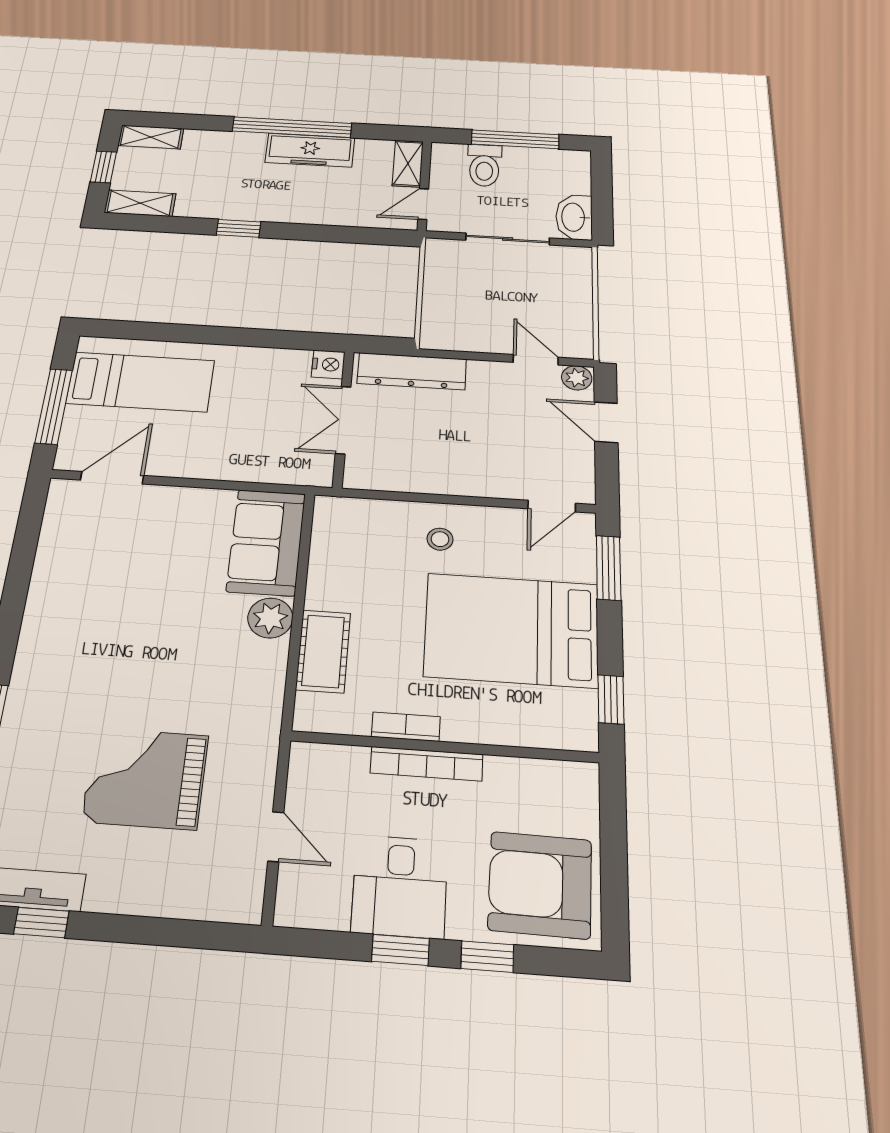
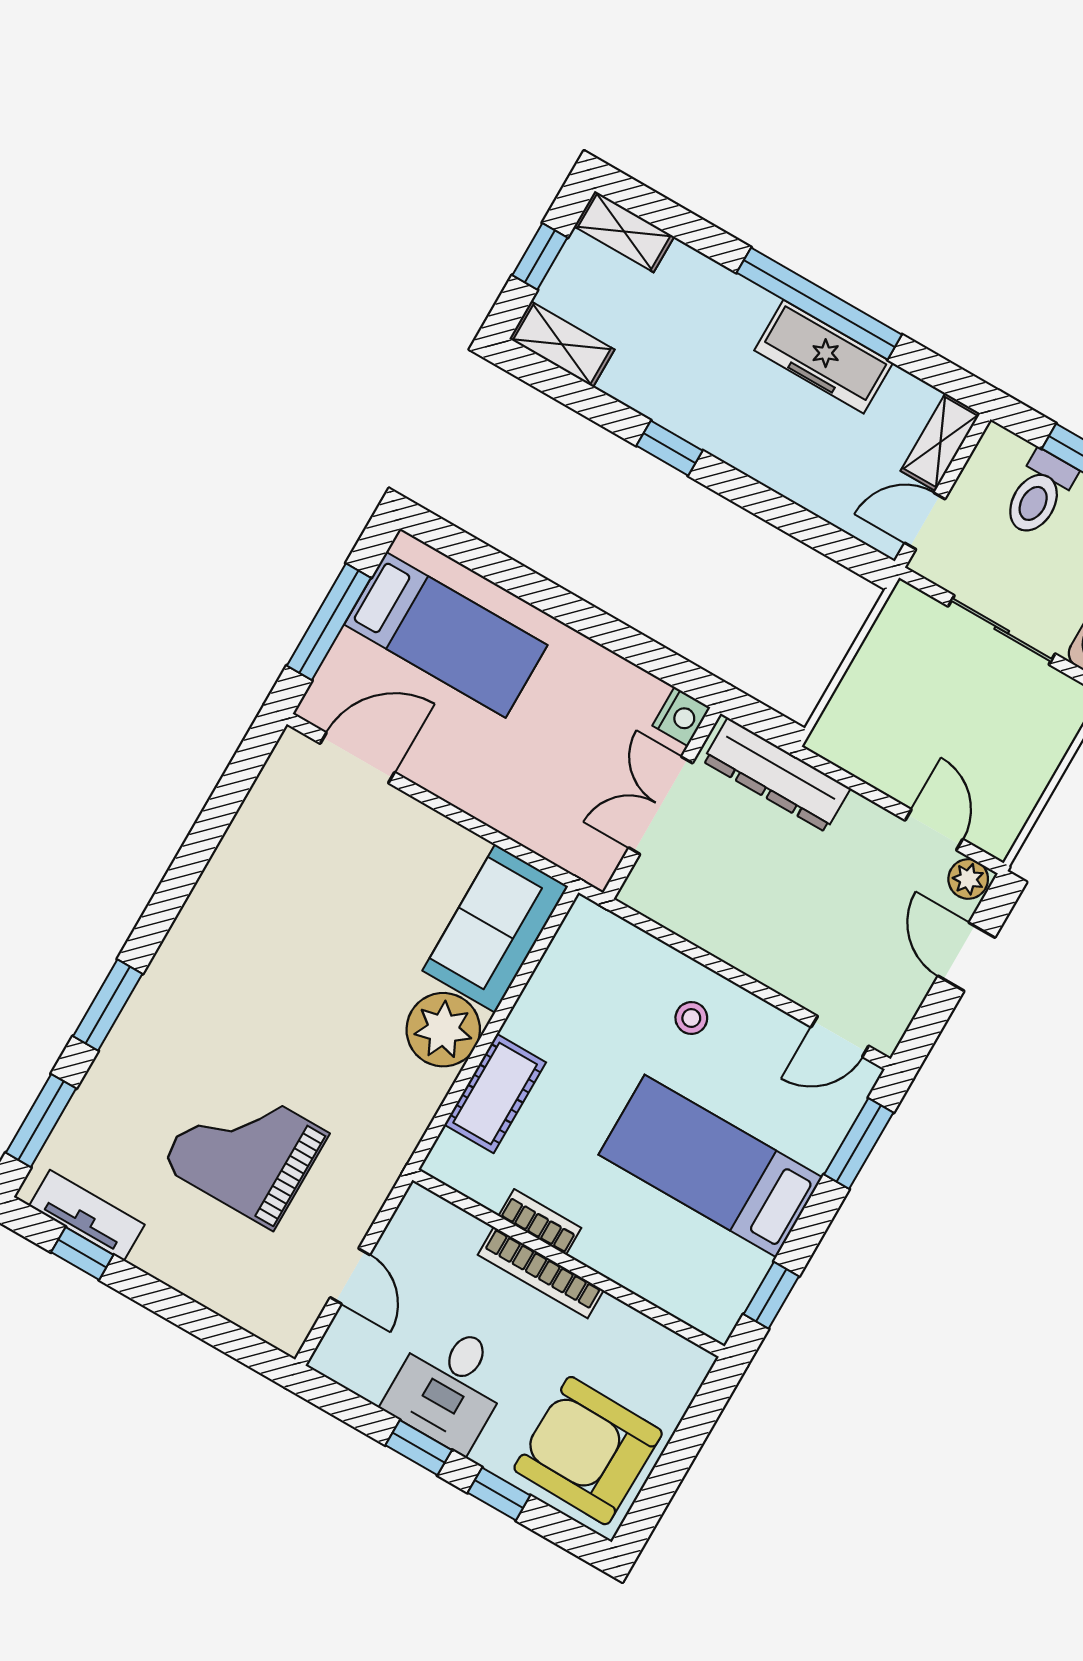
plant: (270, 618) -> (443, 1030), width x1.36, depth x1.36
bed: (512, 630) -> (710, 1166), width x0.67

